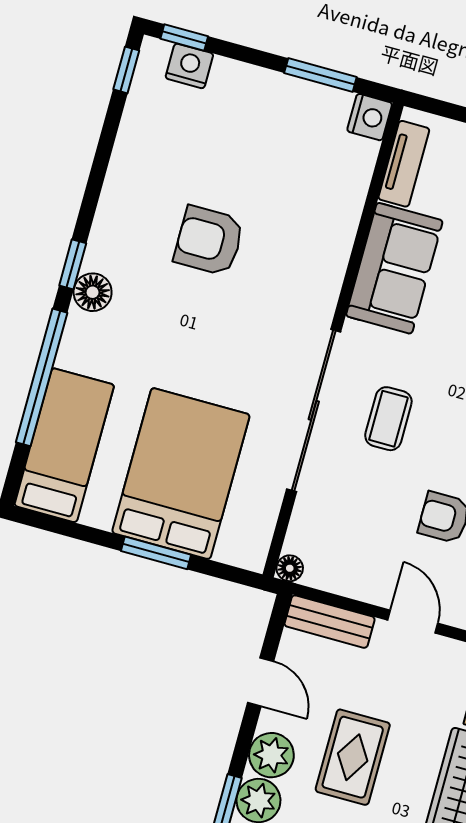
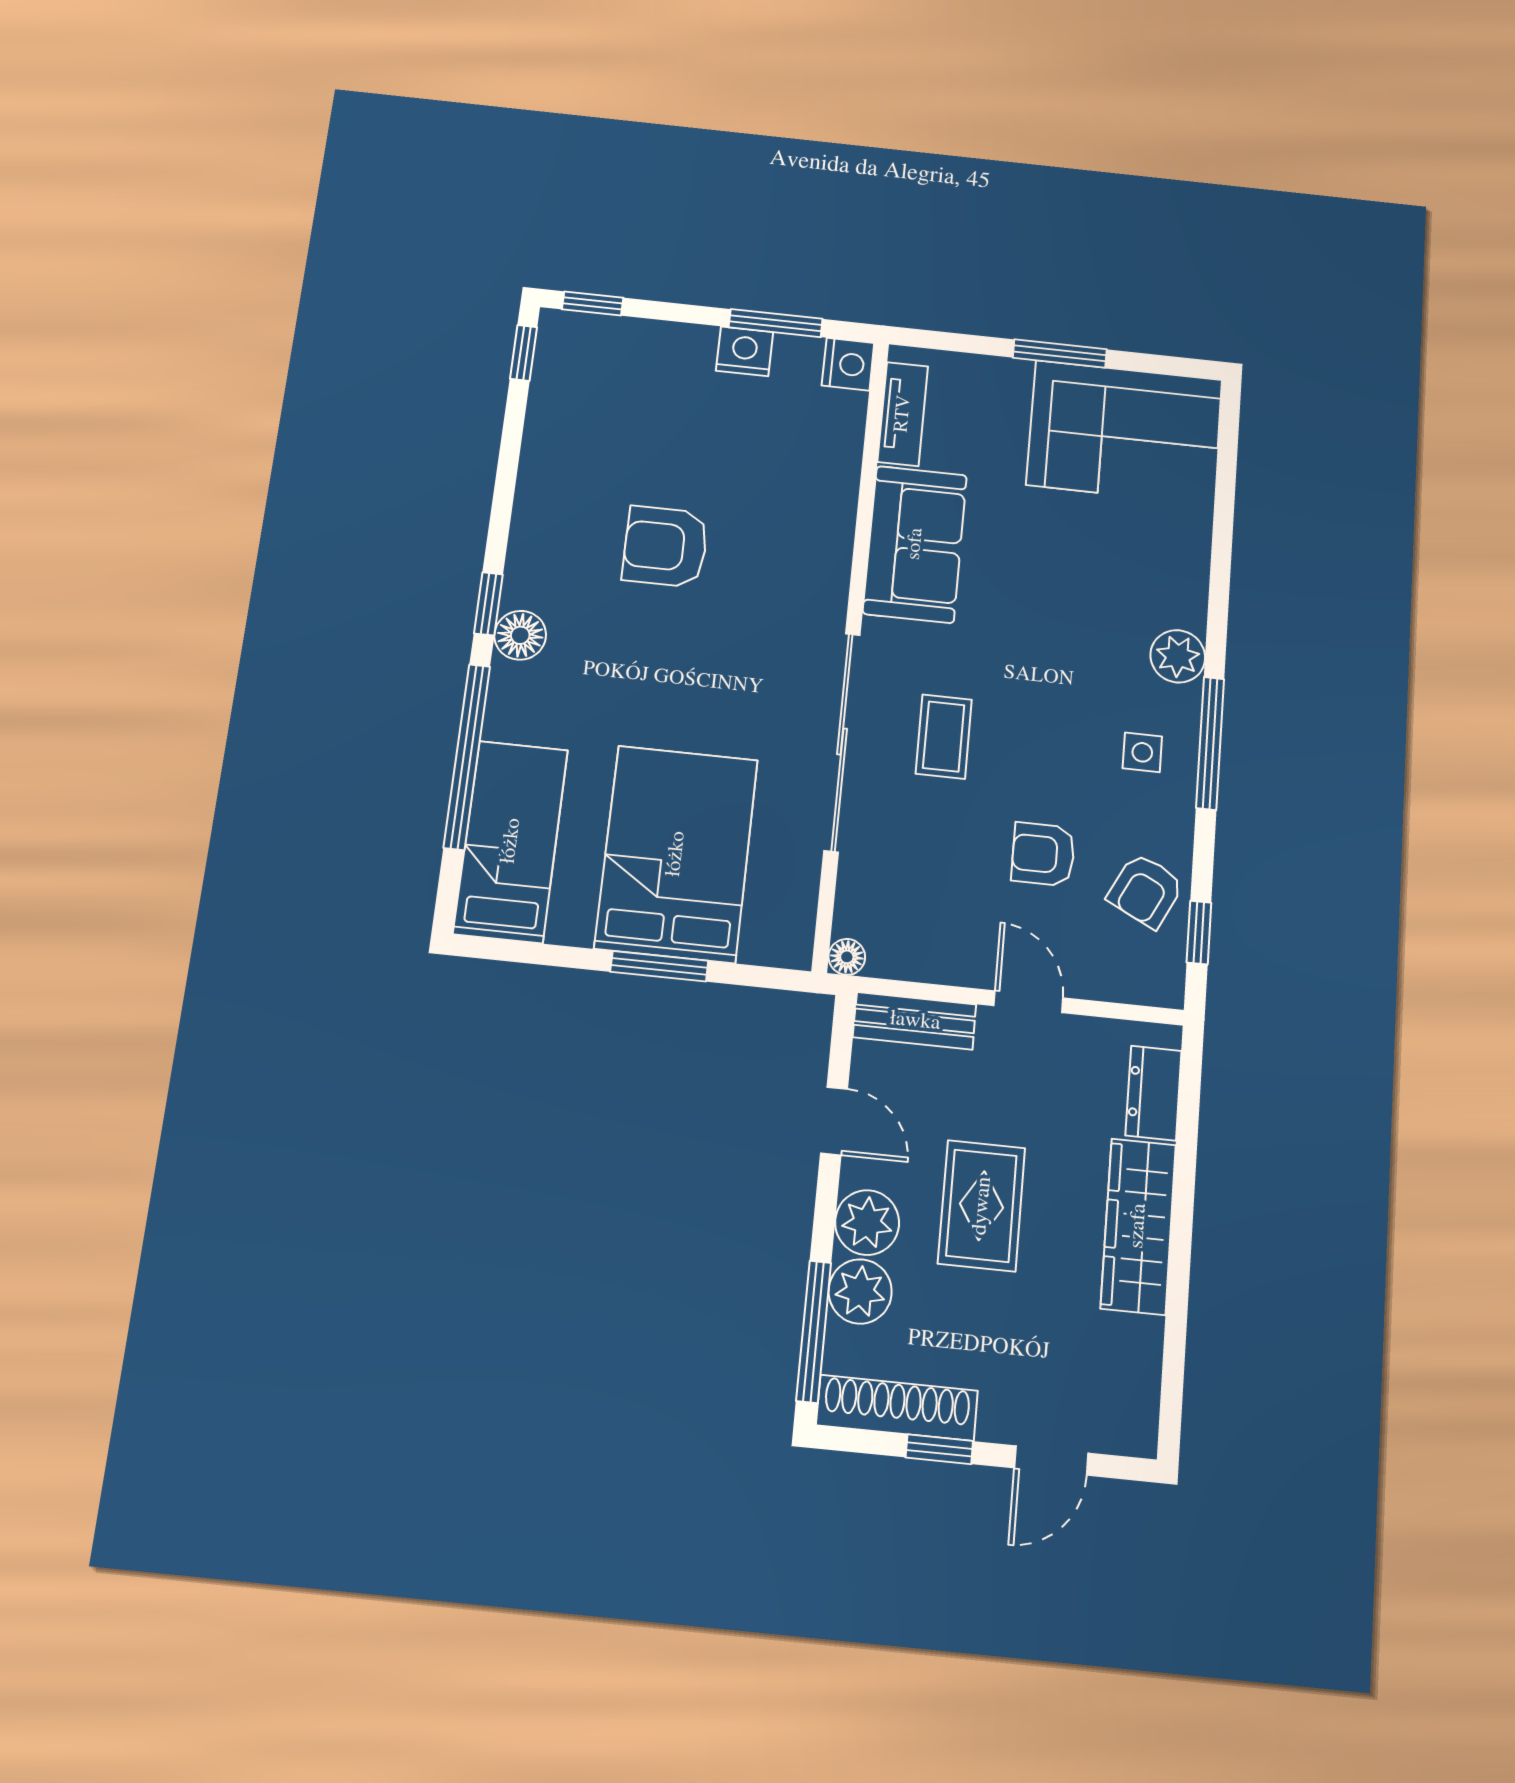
nightstand: (189, 66) -> (745, 351), moved

